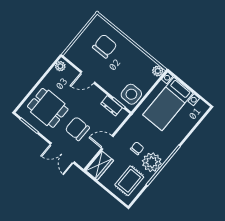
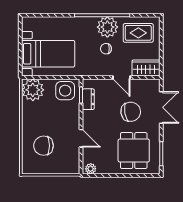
plant: (158, 71) -> (33, 90), width x1.88, depth x1.88
chair: (77, 129) -> (131, 112), turned -100

